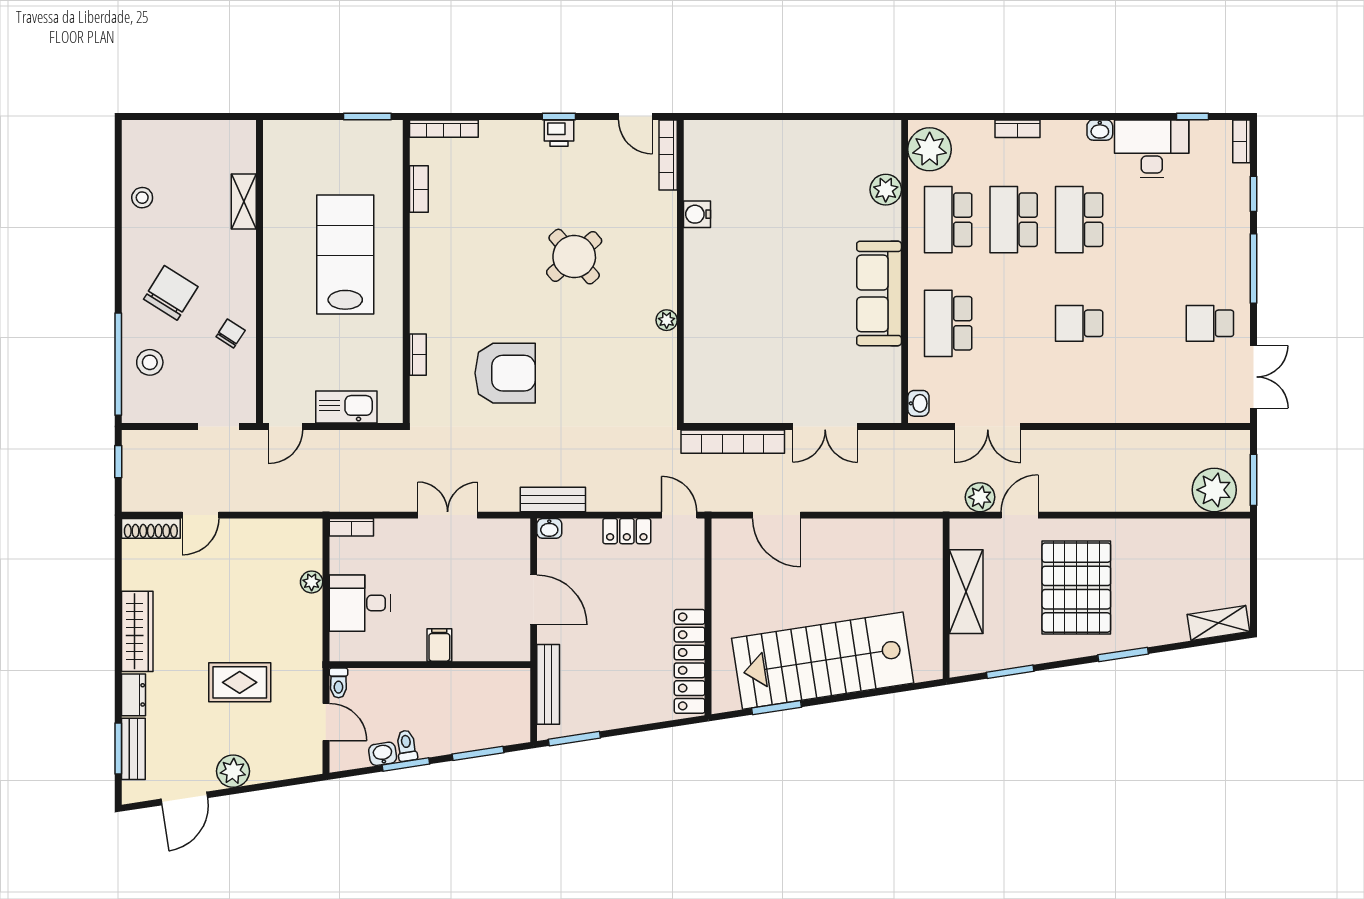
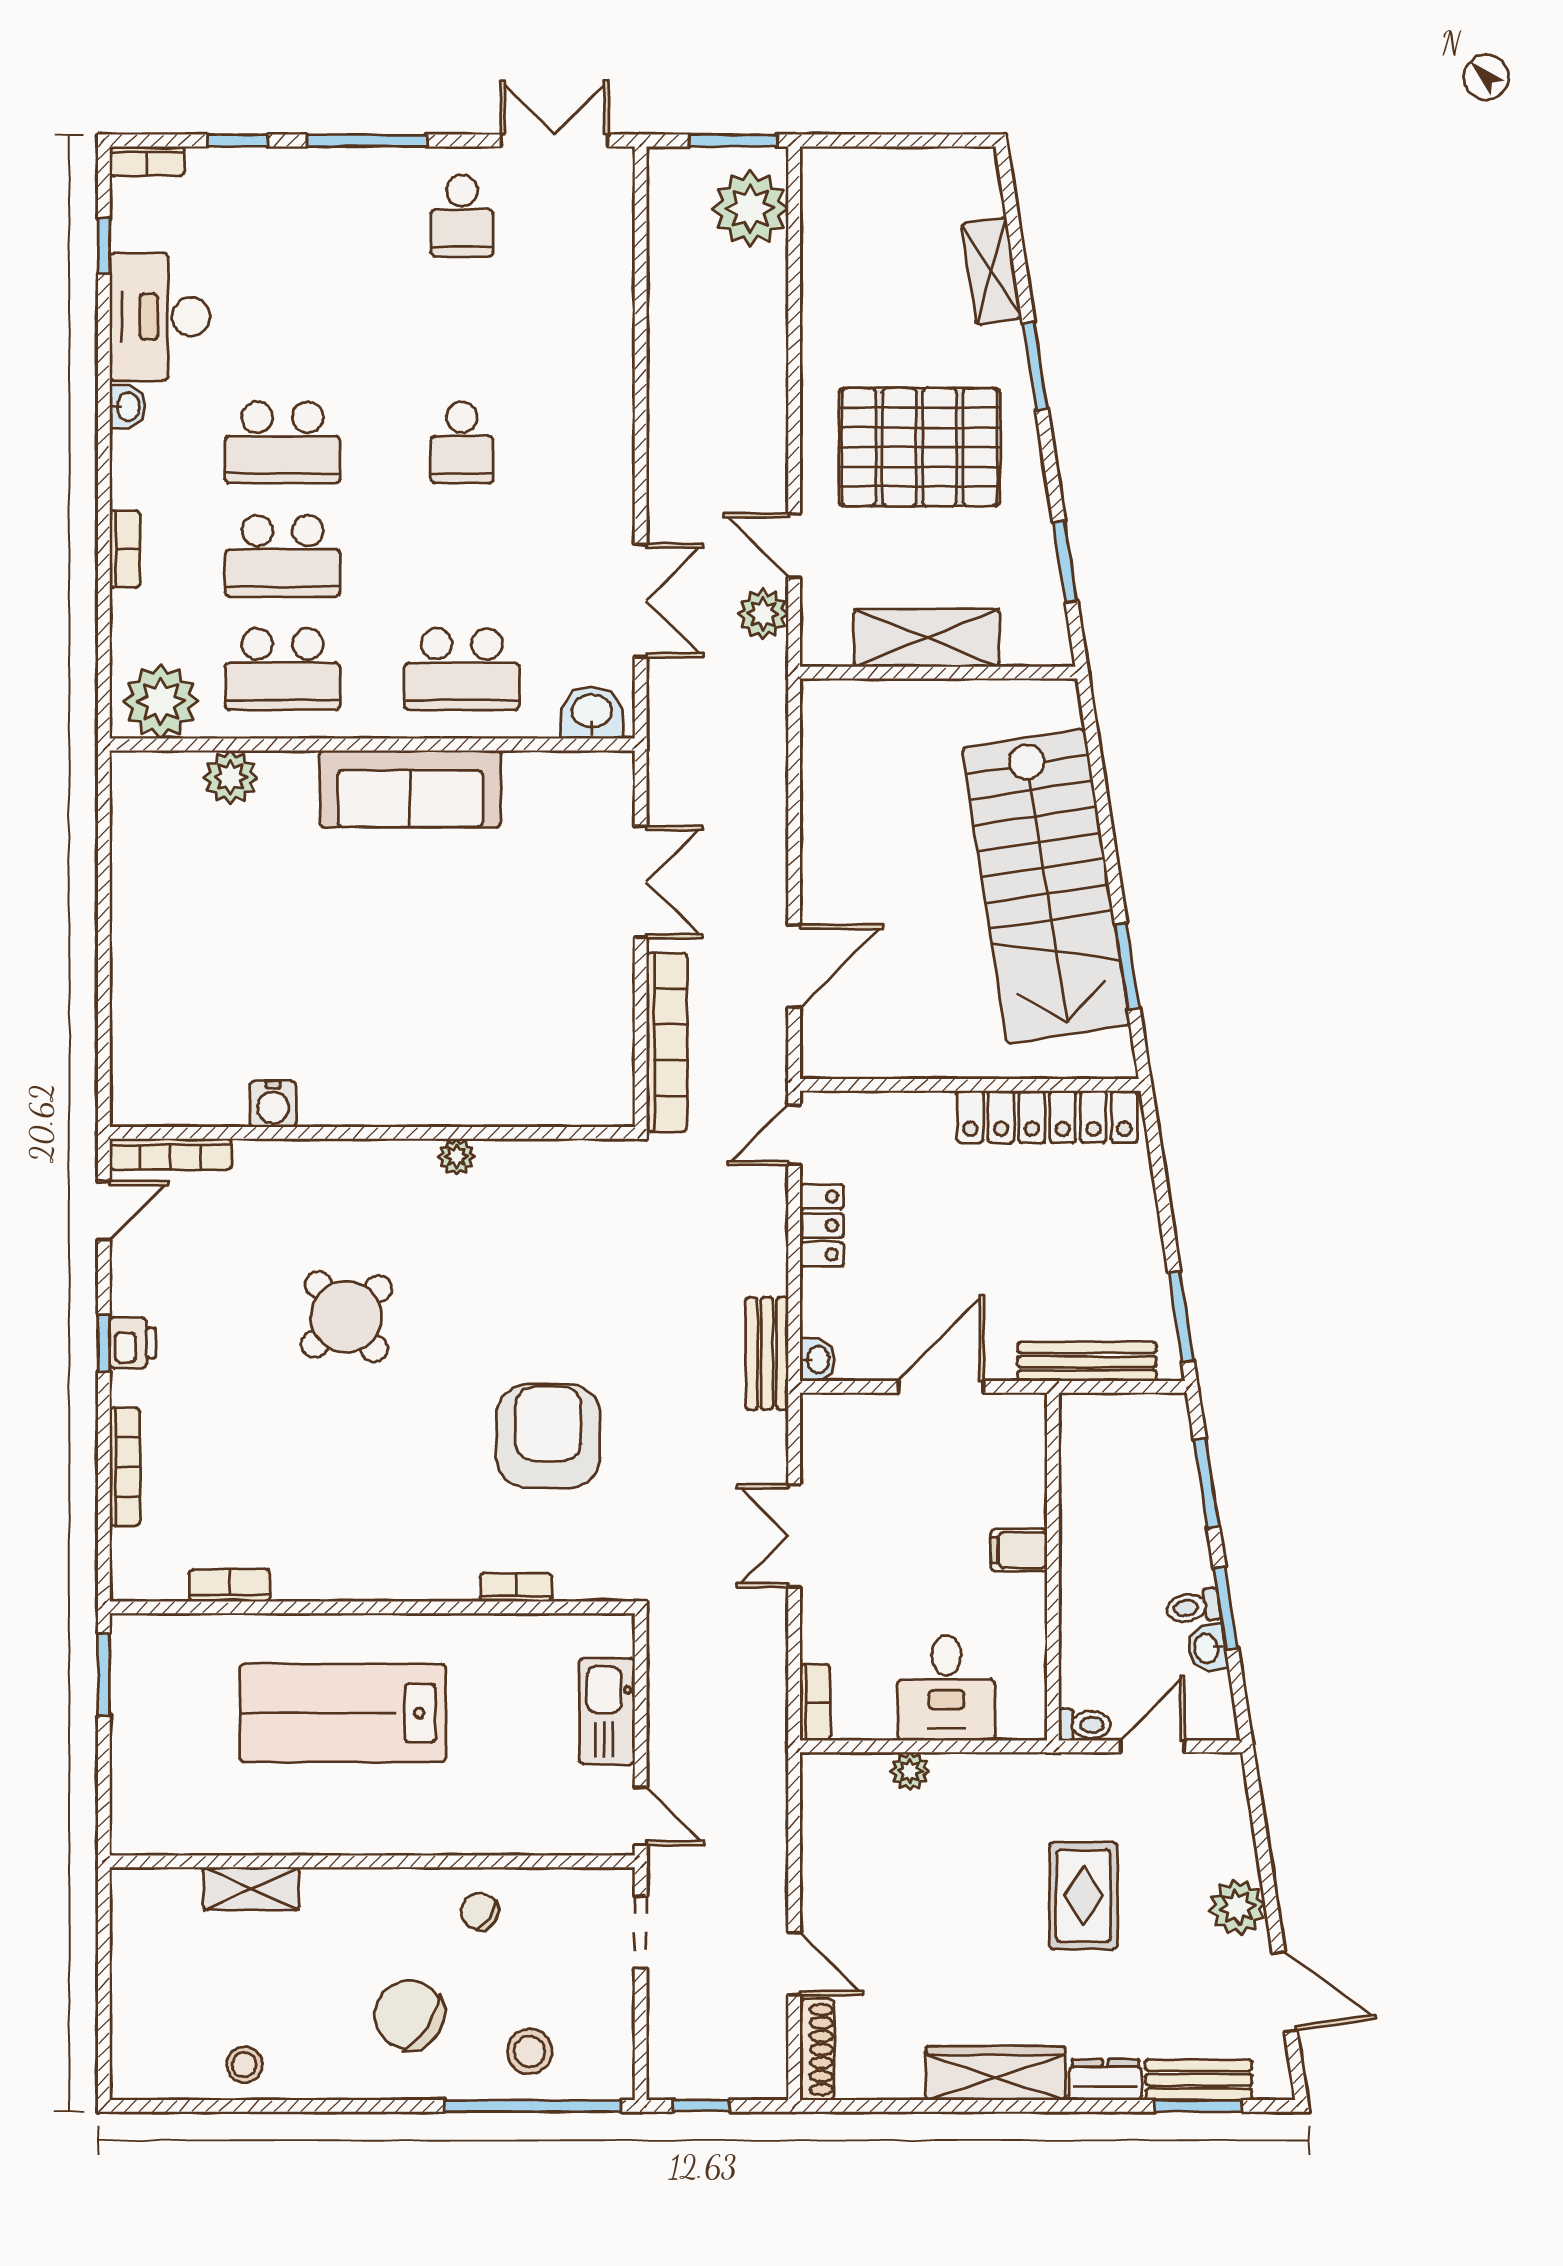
bookcase: (444, 129) -> (125, 1467), moved
washbasin: (918, 403) -> (592, 712), width x1.38, depth x1.45
shelving: (1218, 623) -> (991, 271), moved

